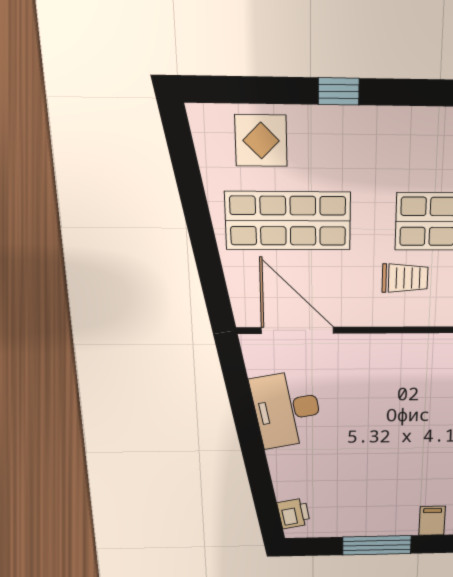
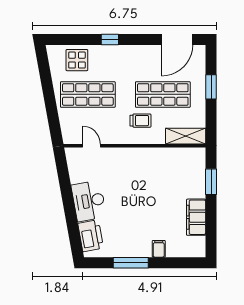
door: (297, 330) -> (91, 146), width x0.53
desk: (287, 410) -> (89, 201), moved
printer: (294, 513) -> (91, 236), width x1.87, depth x1.48

